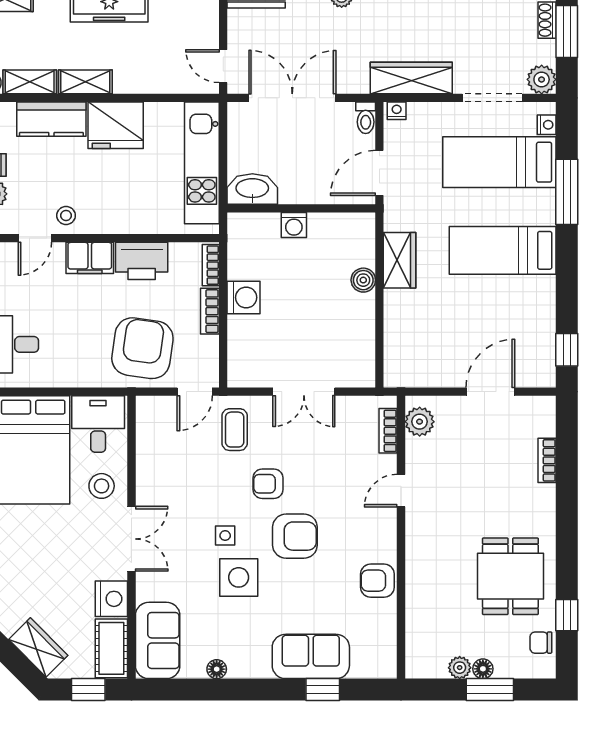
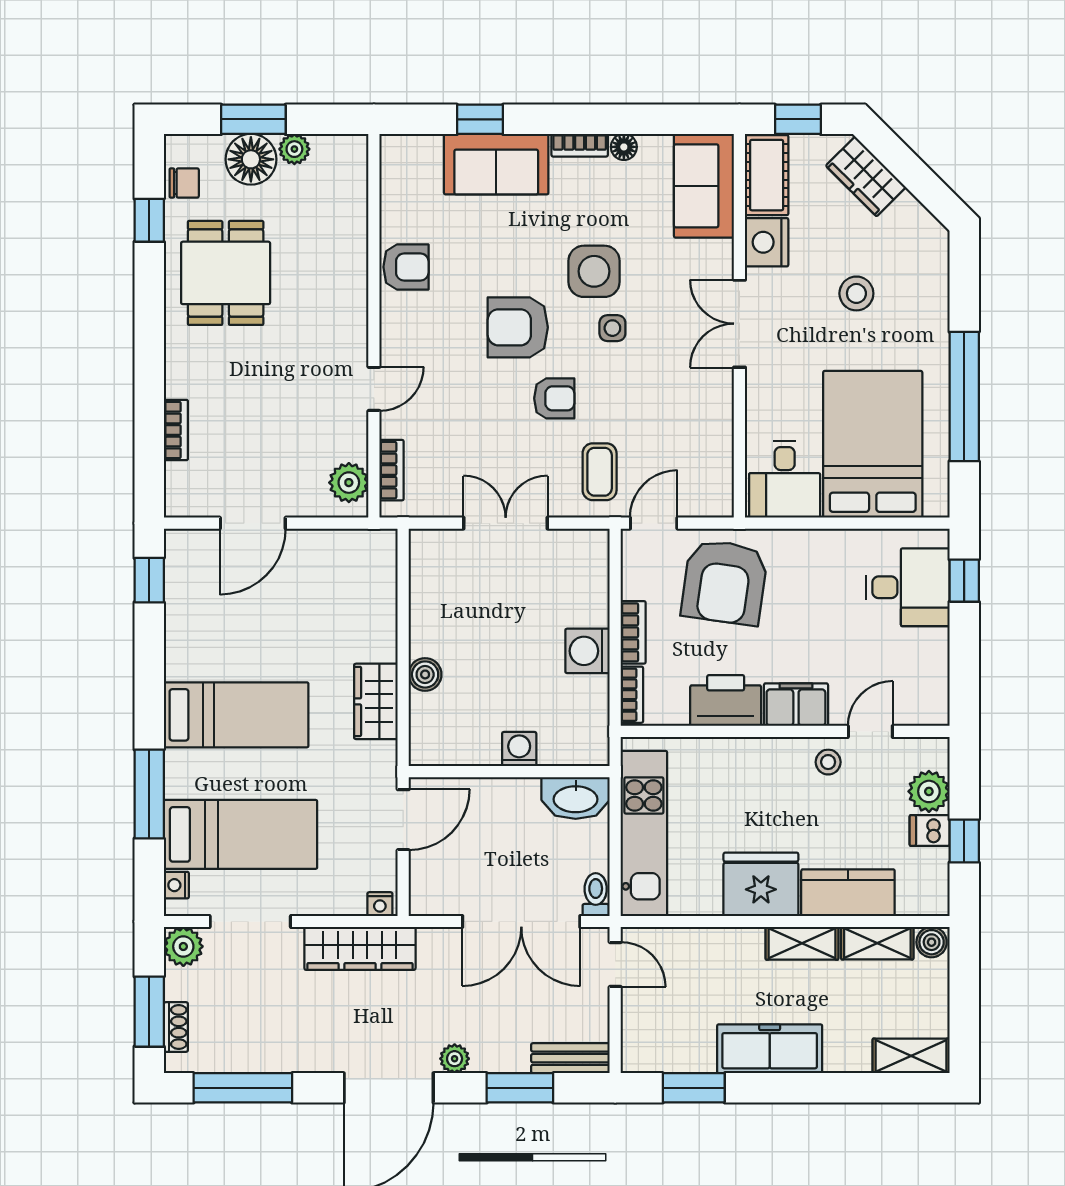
toilet: (366, 118) -> (596, 895), moved
stool: (102, 486) -> (856, 293), moved
floor lamp: (483, 669) -> (251, 159), width x1.89, depth x1.89
bookcase: (249, 670) -> (580, 145), added

